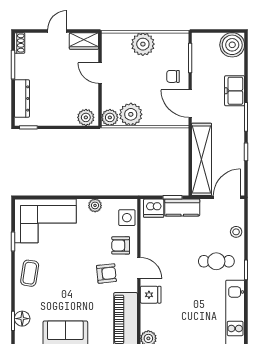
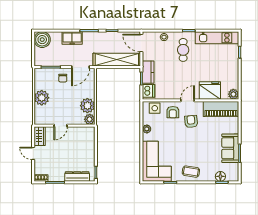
plant: (86, 117) -> (89, 135), removed
fridge: (151, 295) -> (210, 90), width x1.88, depth x1.34

